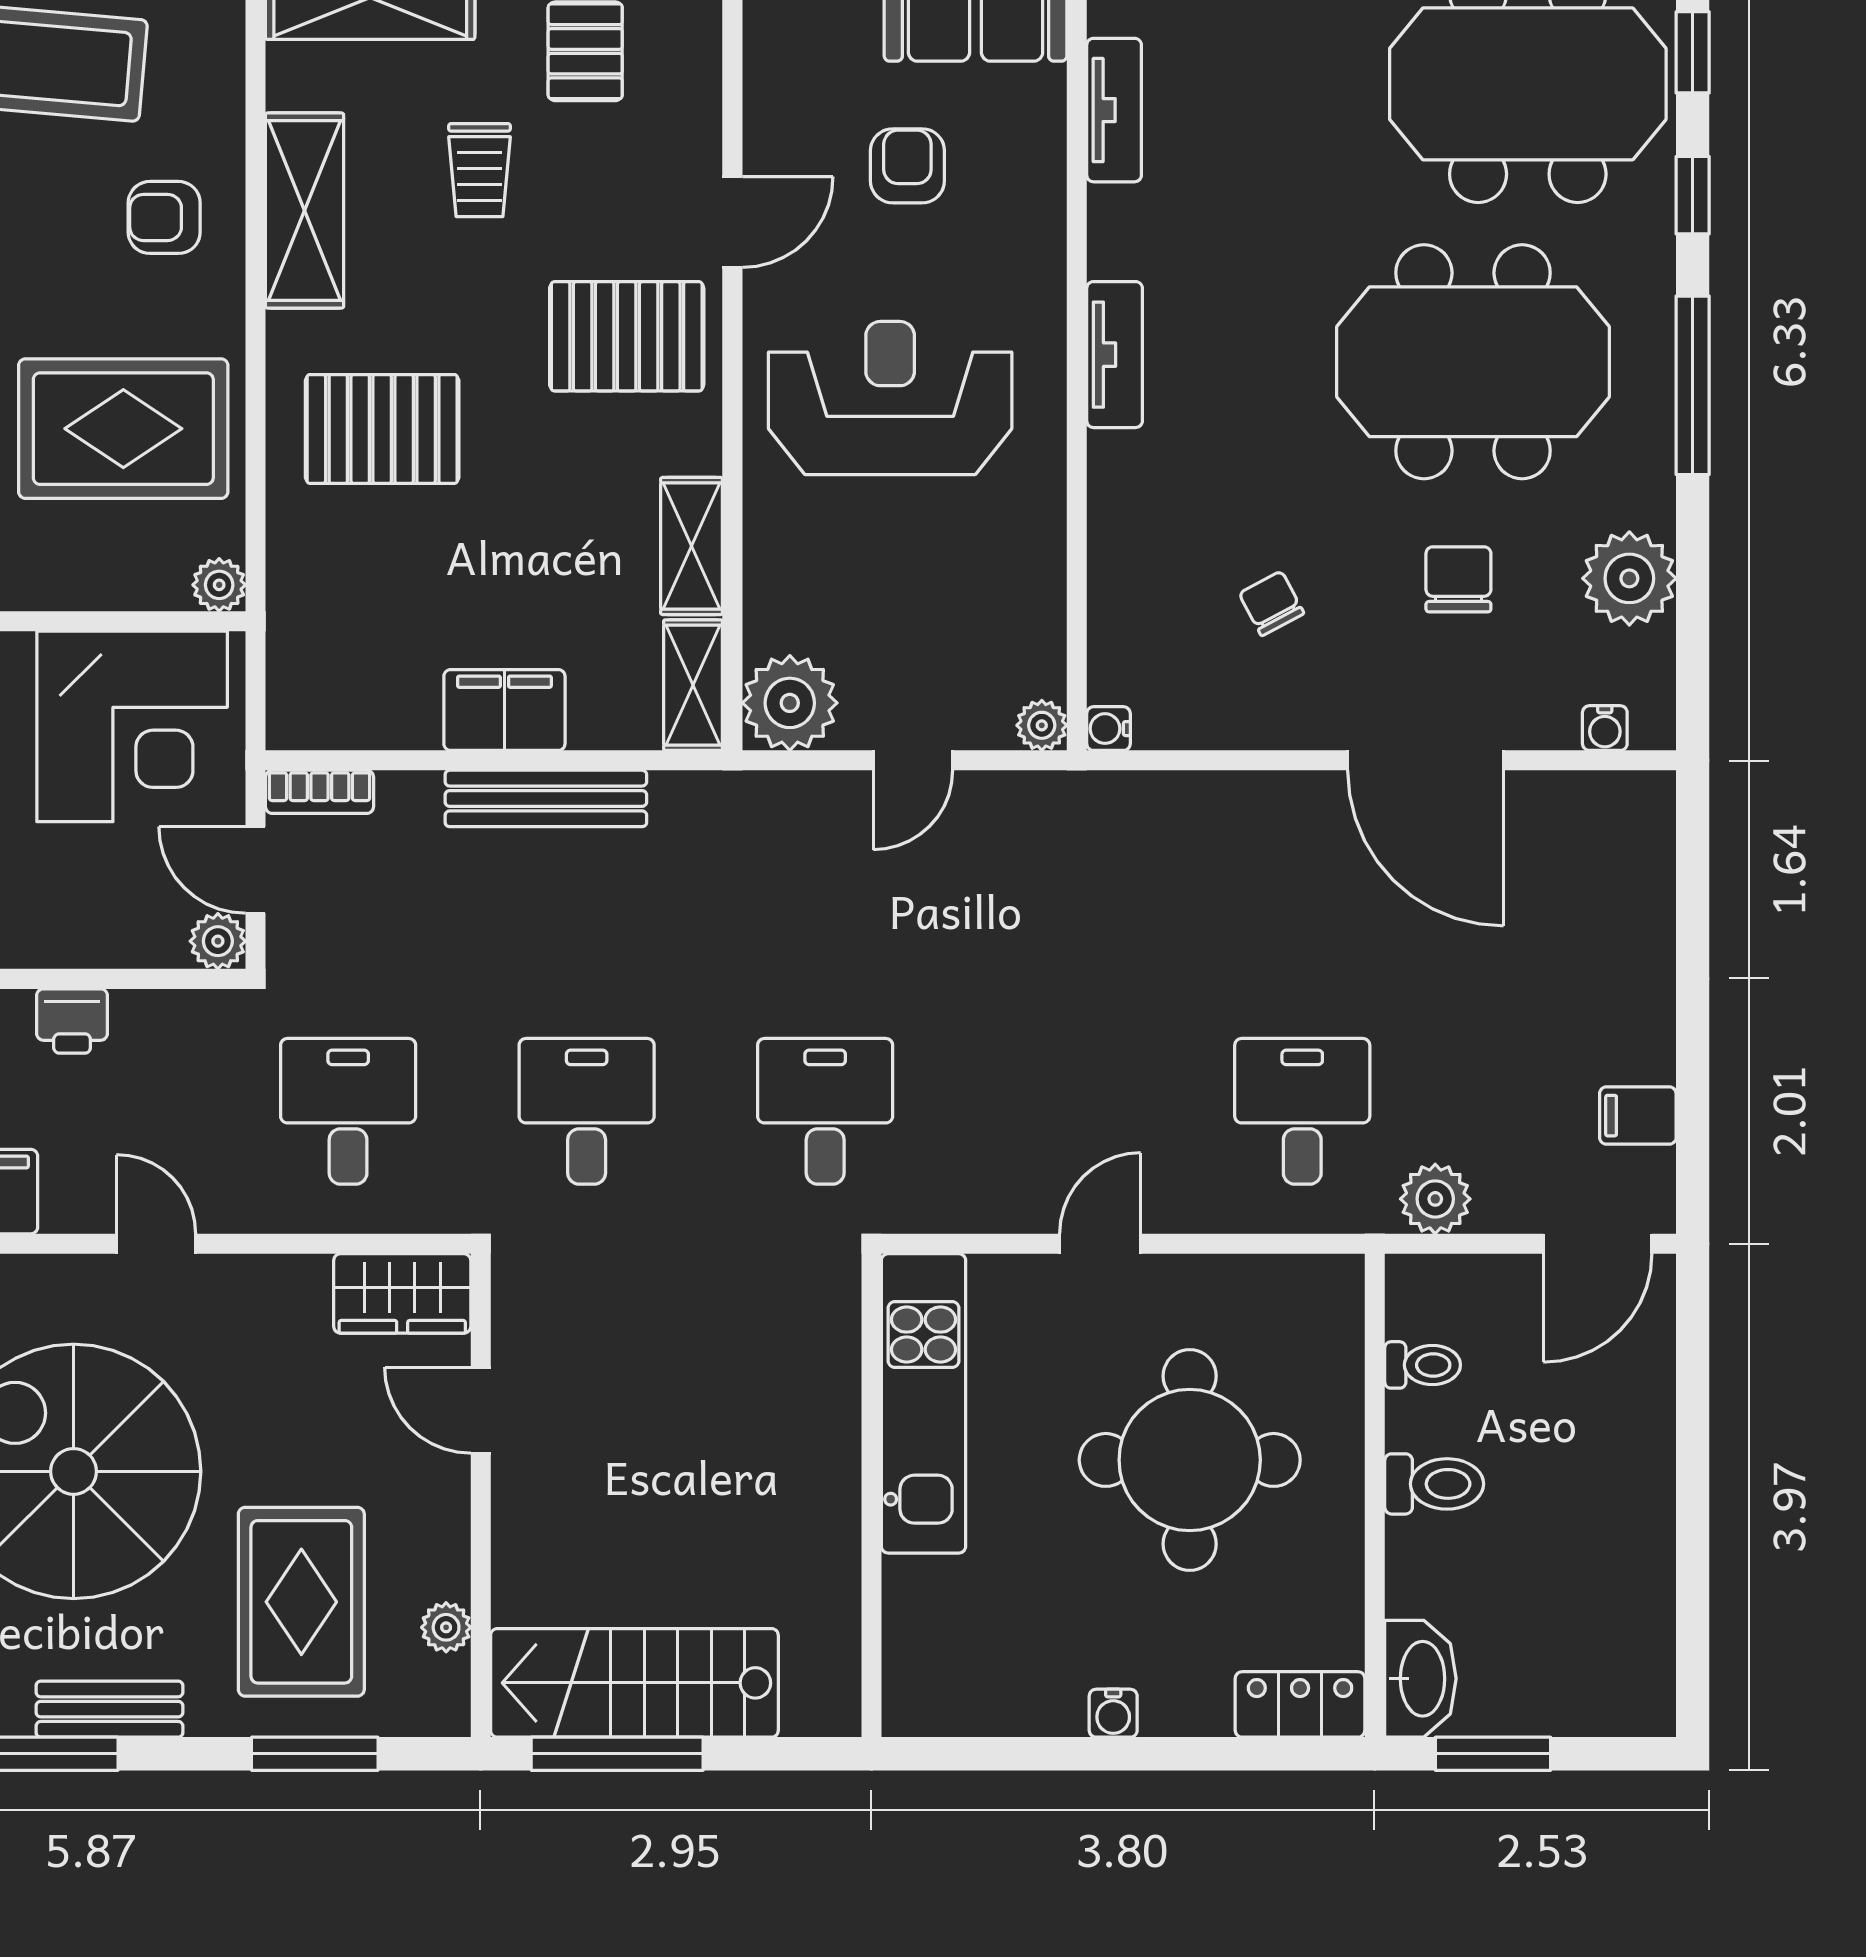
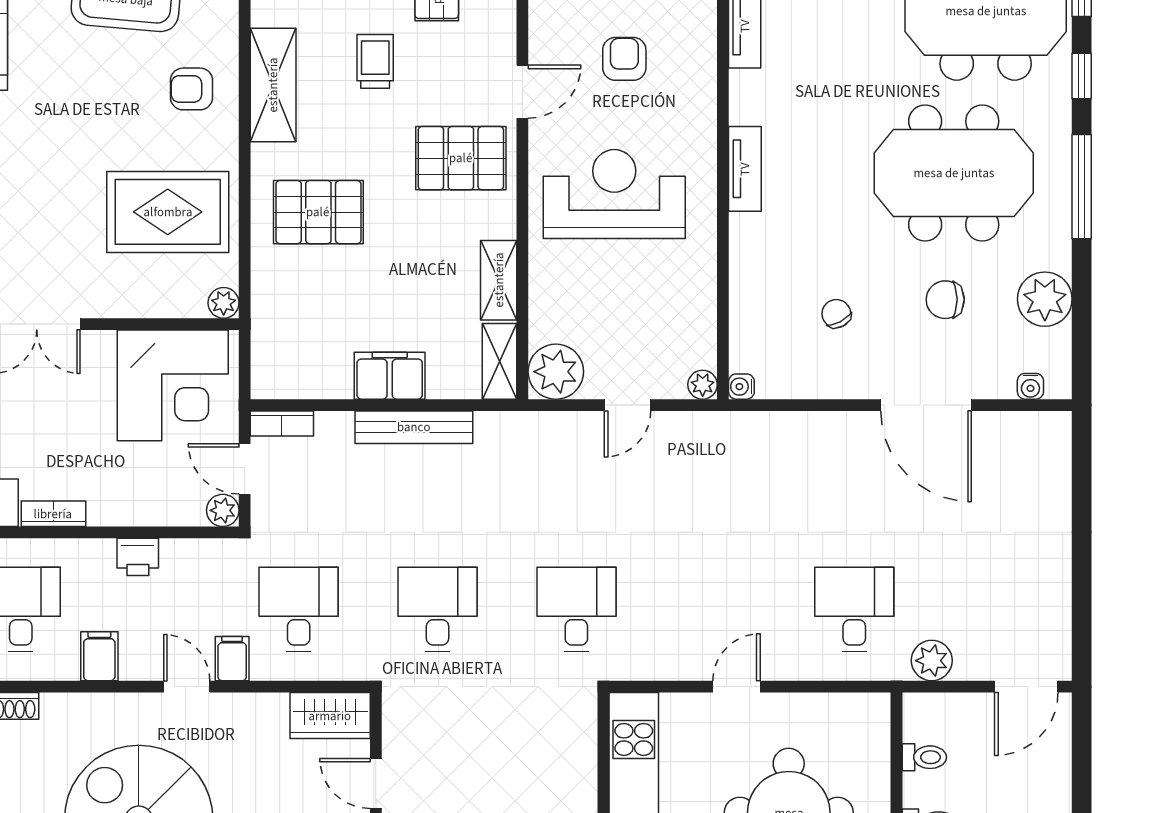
trolley: (479, 170) -> (375, 61), turned 180
chair: (1458, 579) -> (945, 300), turned -90
filing cabinet: (1638, 1116) -> (232, 659), moved, turned 90

